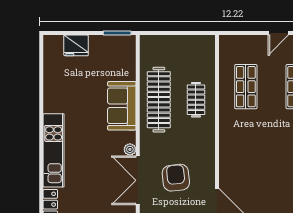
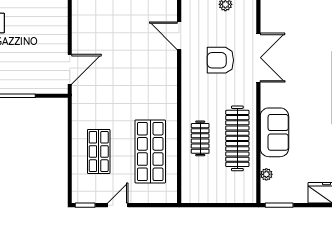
shop shelf: (246, 87) -> (150, 151), width x1.43, depth x1.36
plant: (130, 149) -> (266, 174), moved
armchair: (176, 178) -> (220, 60), turned 96

